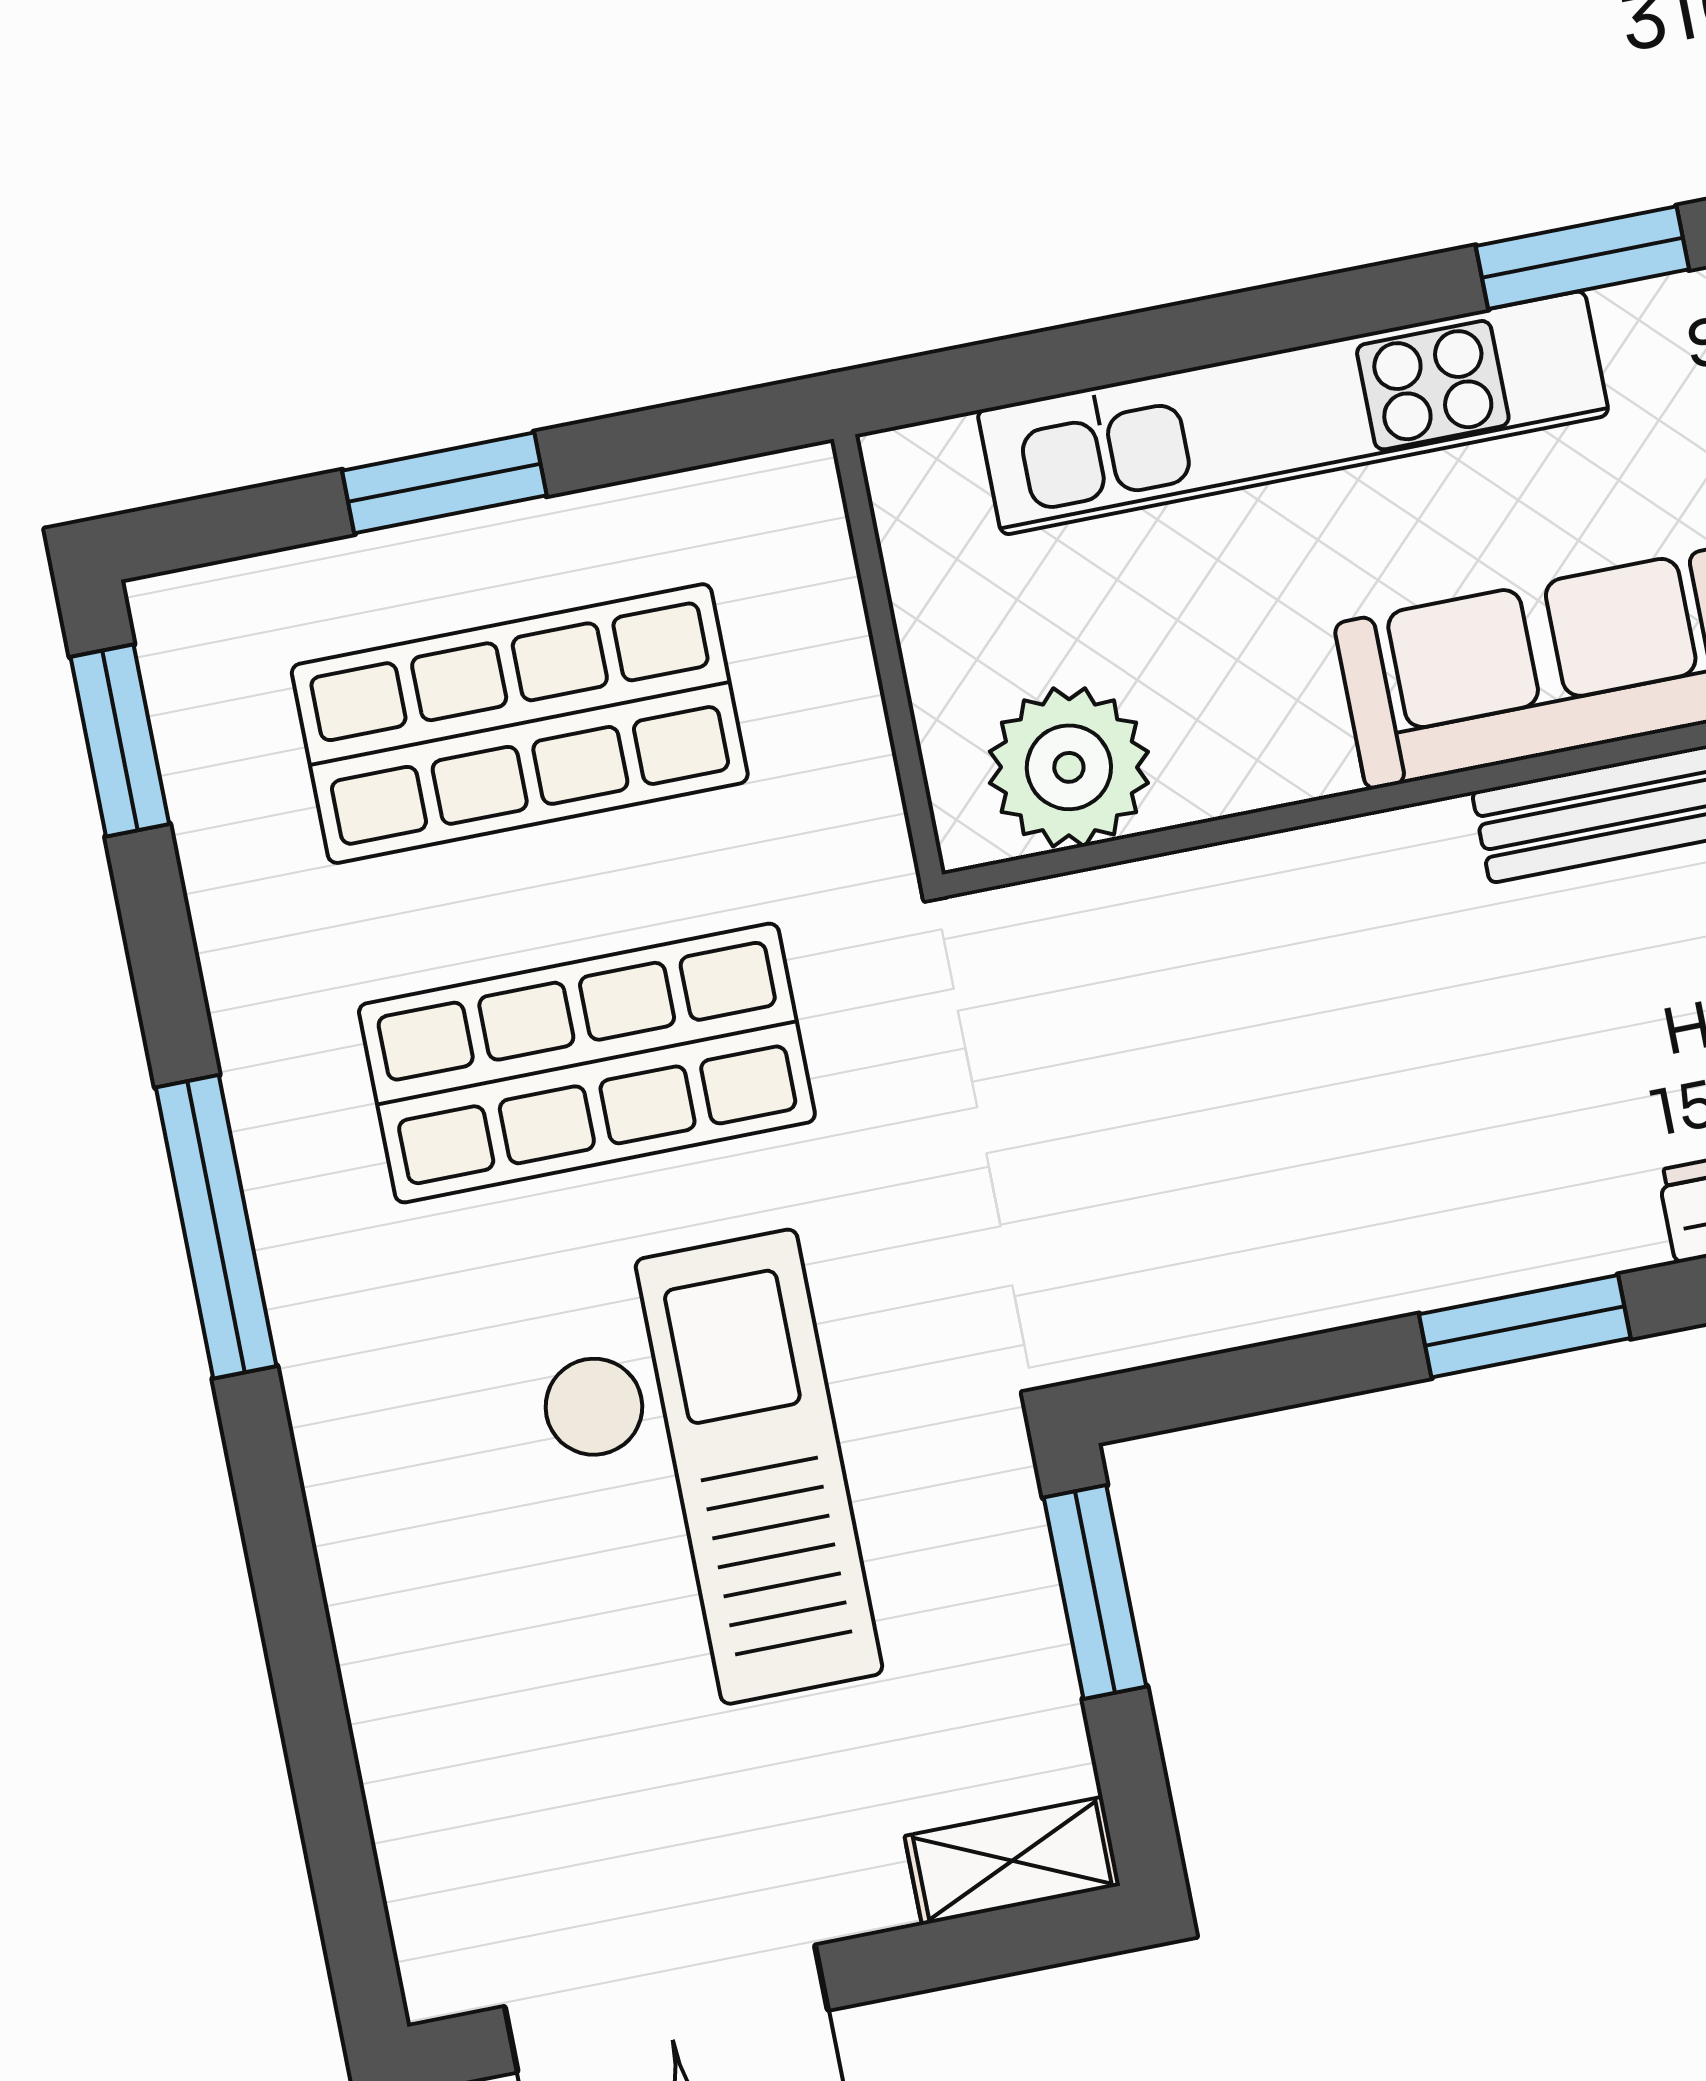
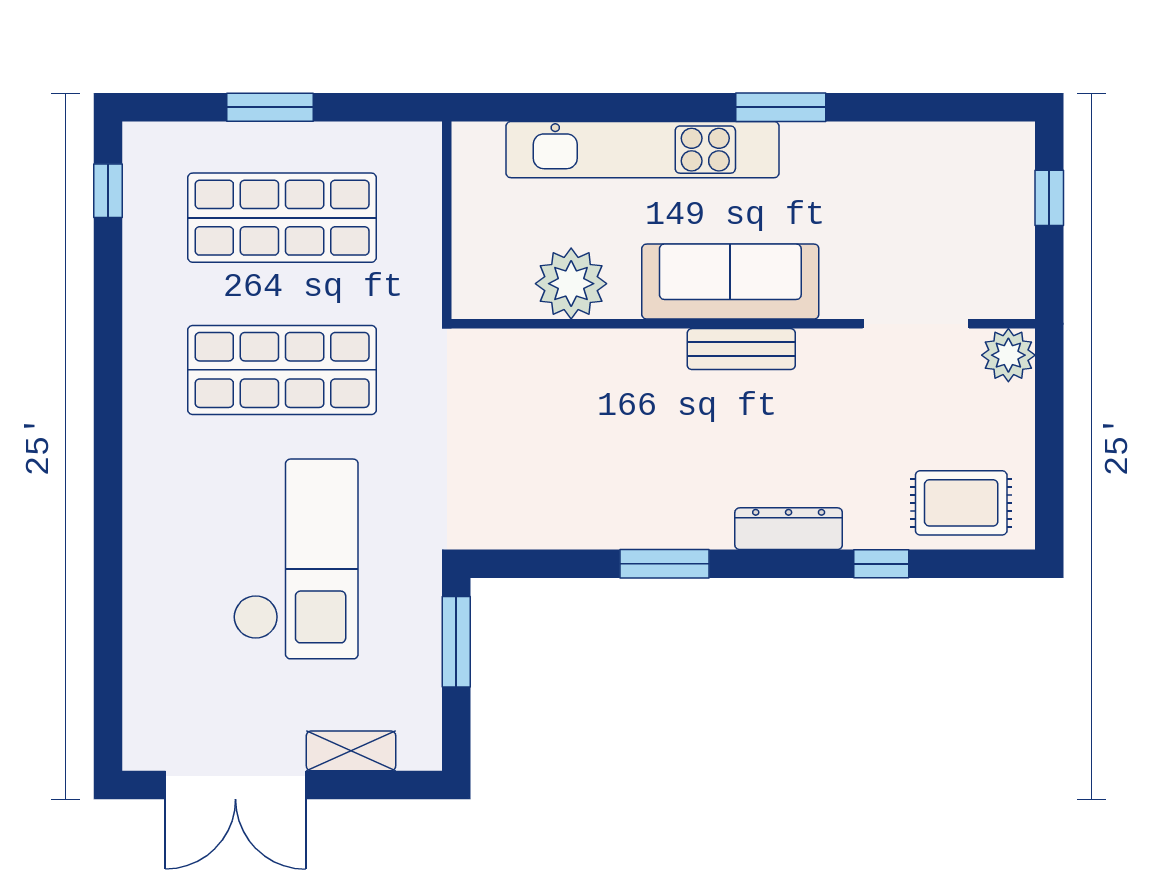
window: (120, 740) -> (108, 191), width x0.67
plant: (1069, 767) -> (571, 284), moved
window: (216, 1227) -> (108, 409), removed
shelving: (1012, 1861) -> (351, 751), moved

